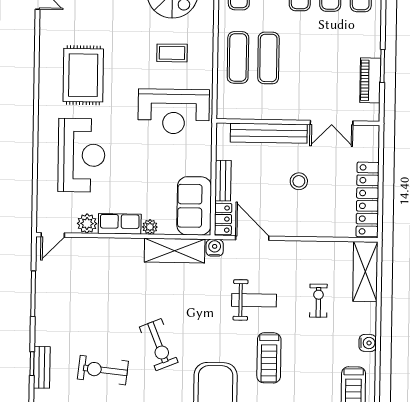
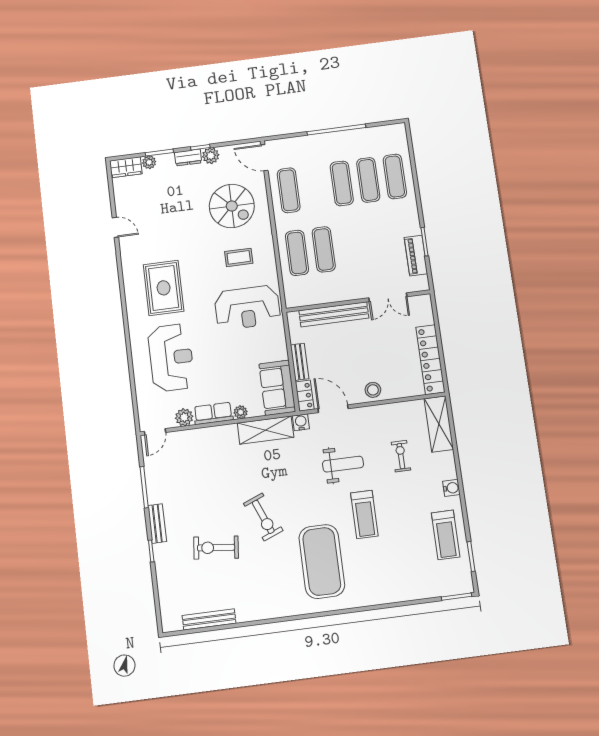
stool: (299, 181) -> (373, 390), moved
bench: (42, 367) -> (157, 524), moved

